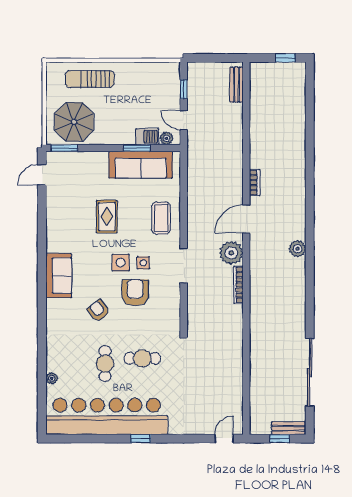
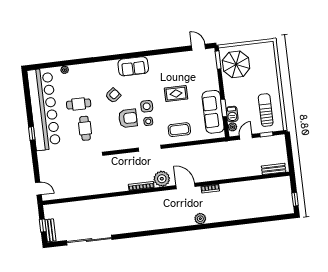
sun lounger: (90, 79) -> (266, 110), moved
plant: (298, 249) -> (200, 219), moved

